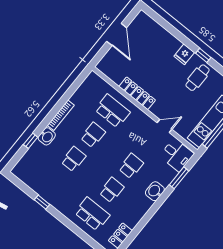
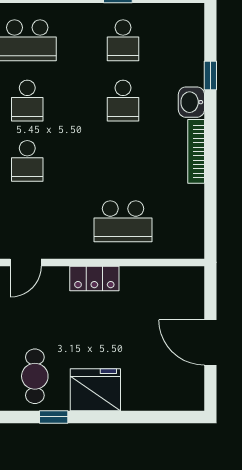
fridge: (184, 54) -> (95, 390), width x1.88, depth x1.34
locker: (137, 93) -> (94, 278), width x0.66
school desk: (93, 135) -> (123, 40), moved

